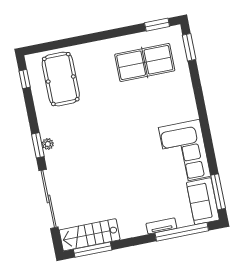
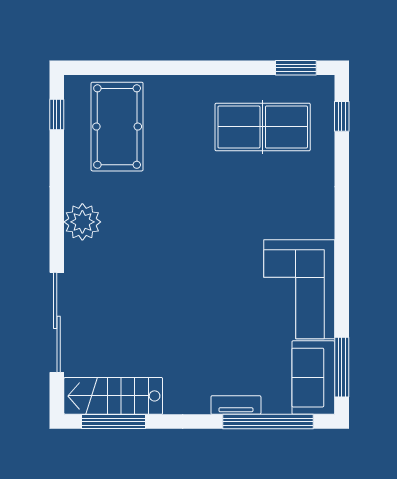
window: (189, 47) -> (342, 116), width x0.67
plant: (48, 144) -> (82, 222), width x1.88, depth x1.88
window: (38, 145) -> (57, 230), removed

